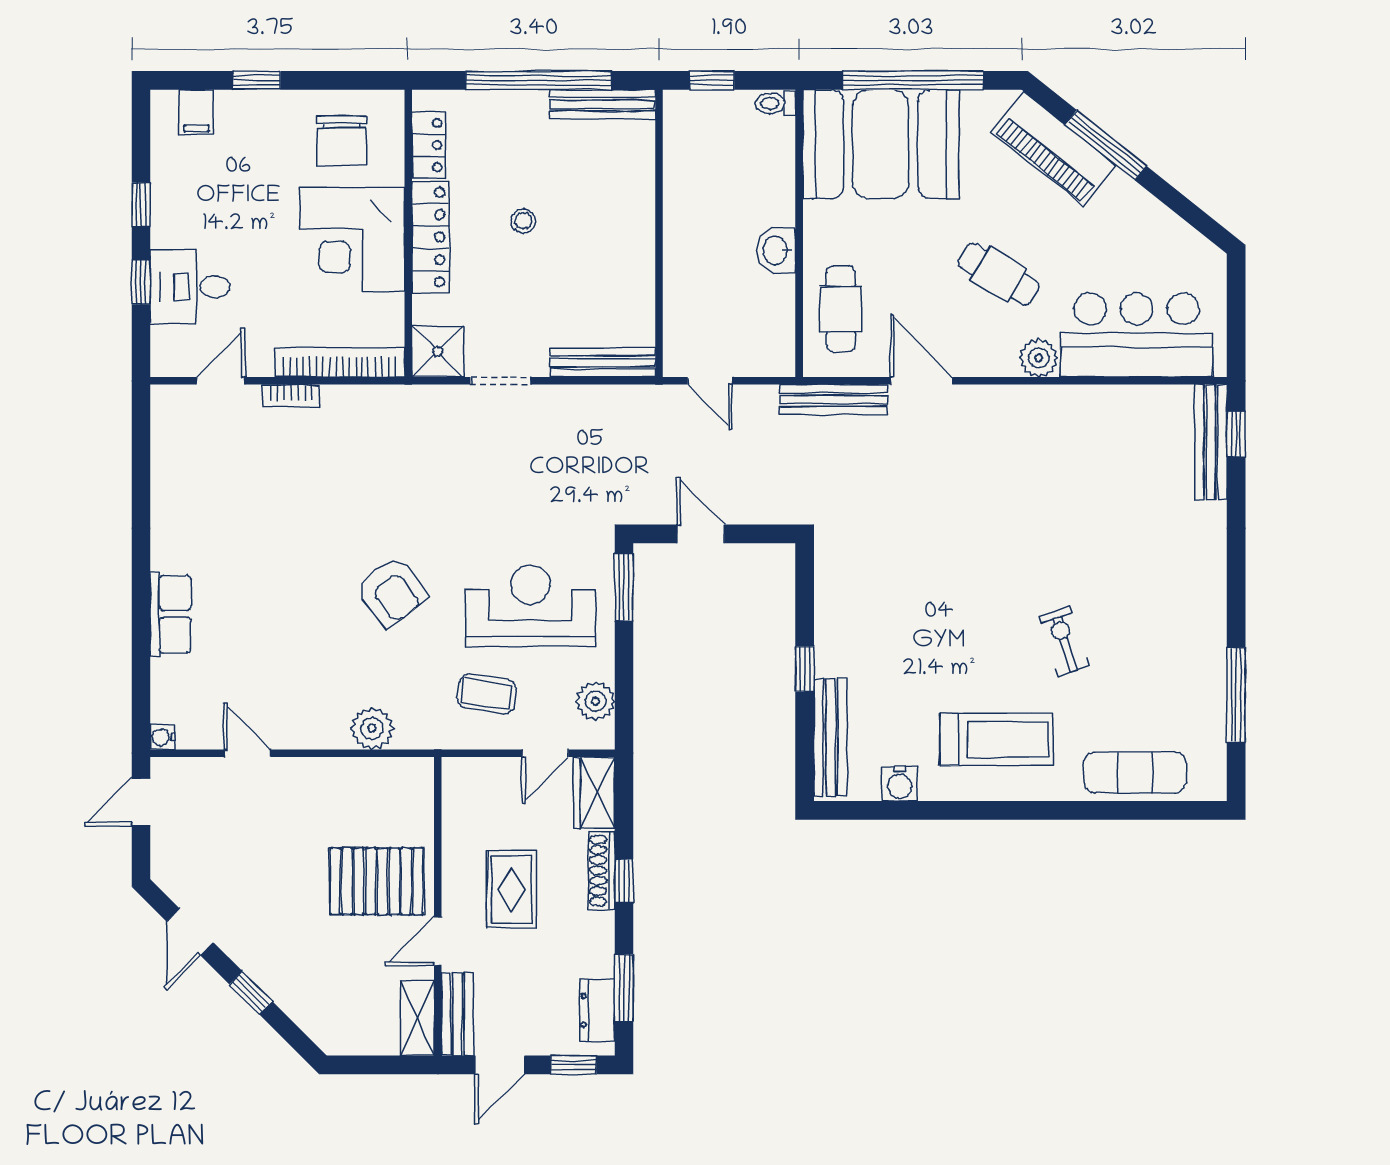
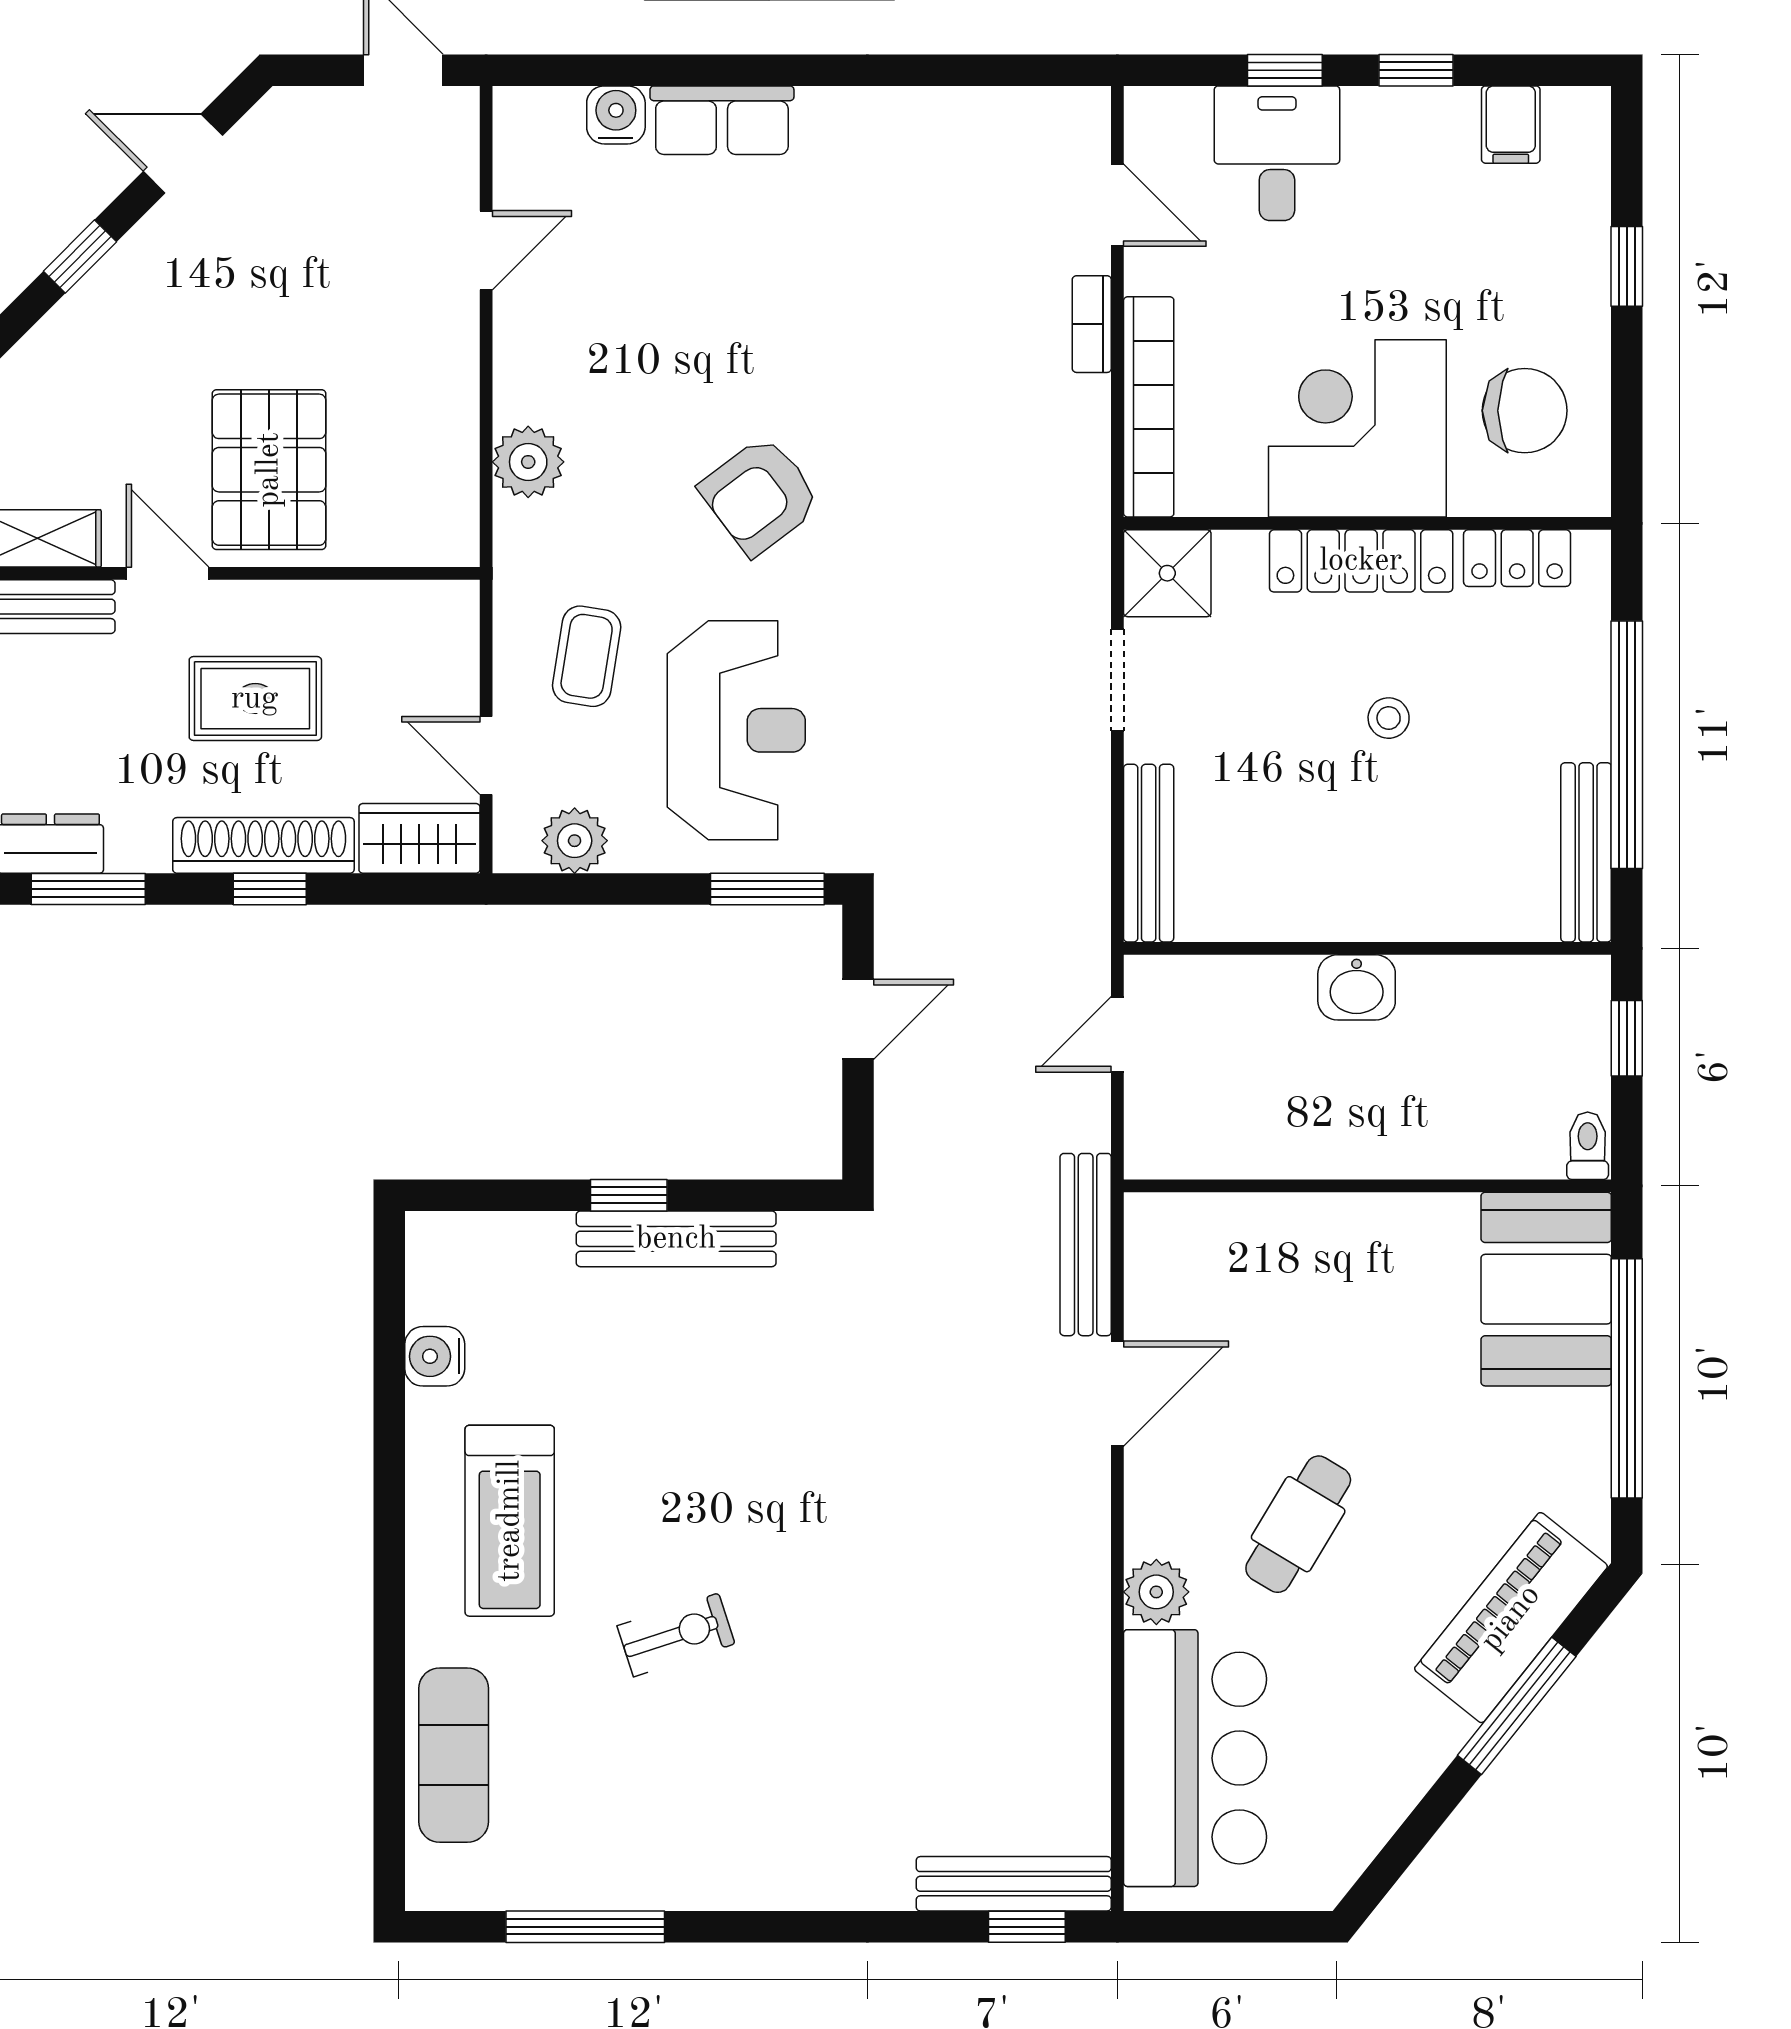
filing cabinet: (196, 112) -> (1511, 125), moved, turned -90
chair: (342, 141) -> (1525, 411), turned 180
booth: (881, 144) -> (1546, 1289), width x0.73, depth x0.70
washbasin: (776, 250) -> (1357, 987), moved, turned 180
cafe table: (841, 309) -> (1239, 1256), removed
water cooler: (163, 737) -> (616, 115), moved, width x1.38, depth x1.38
bench: (830, 737) -> (676, 1239), moved
shoe rack: (601, 870) -> (263, 845), width x1.36, depth x1.24

